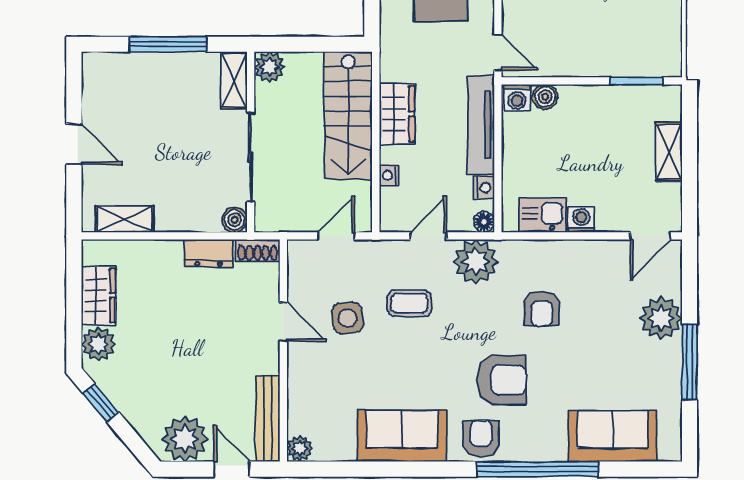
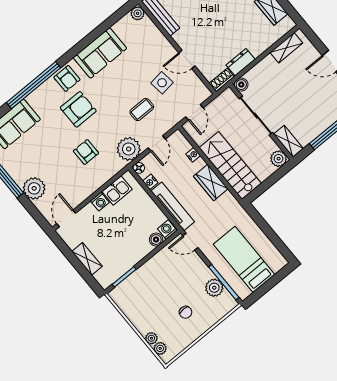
armchair: (502, 380) -> (78, 109), turned 180

